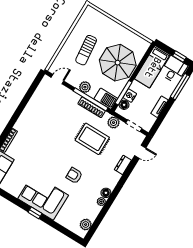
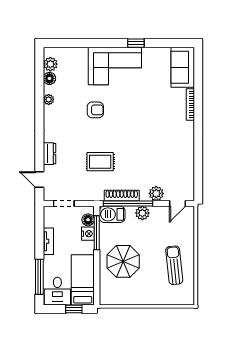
sun lounger: (86, 50) -> (174, 265), moved
window: (179, 57) -> (74, 309), moved
parasol: (118, 63) -> (123, 261), width x0.73, depth x0.73
plant: (114, 123) -> (156, 193), moved
rug: (92, 139) -> (100, 162), width x0.73, depth x0.70
door: (140, 152) -> (39, 180), hinge flipped
floor lamp: (106, 193) -> (49, 78), moved
window: (35, 213) -> (136, 43), moved

